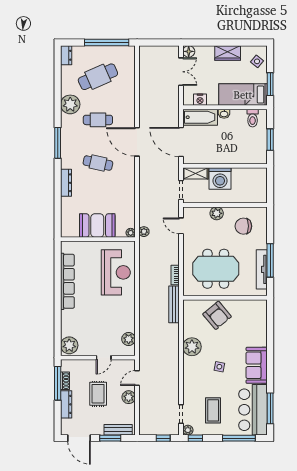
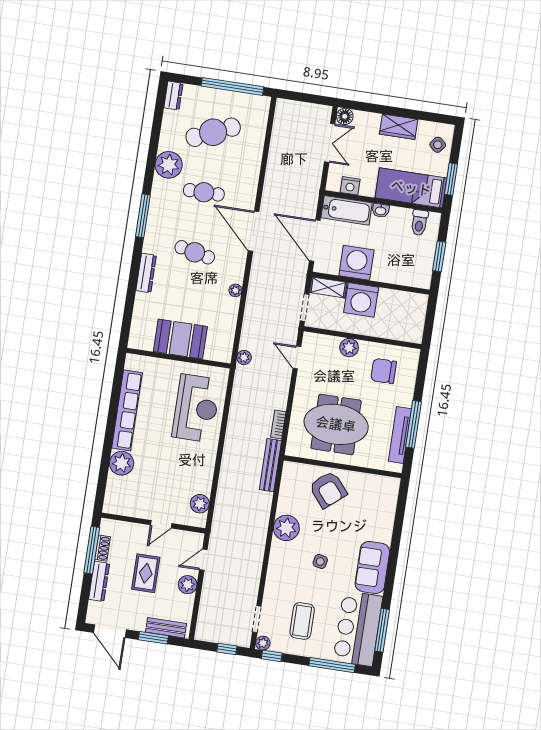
washing machine: (213, 153) -> (356, 263), added
plant: (131, 233) -> (235, 290), moved
plant: (69, 345) -> (122, 463), moved

